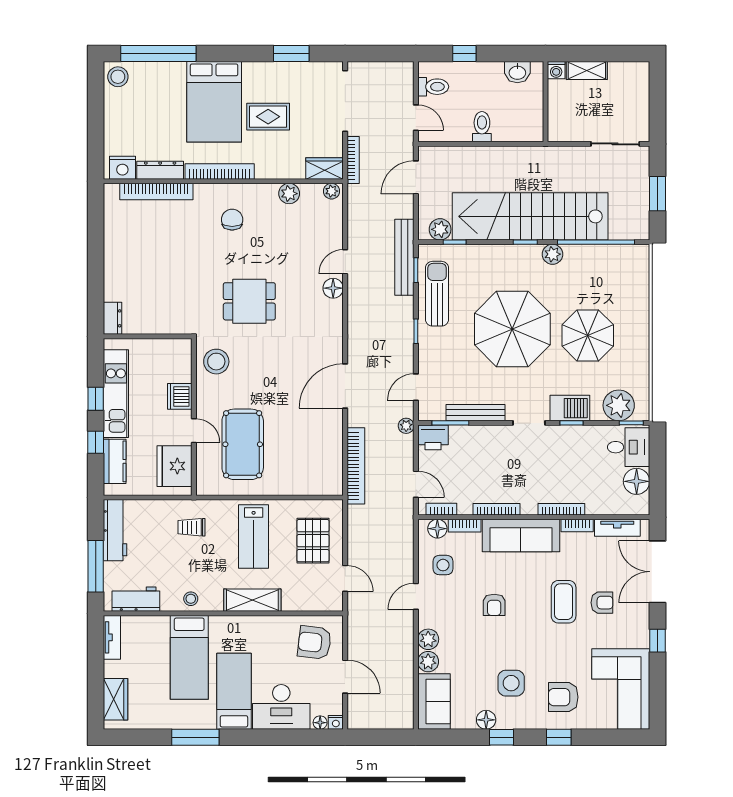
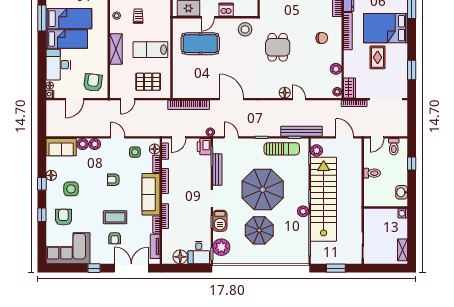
shelving: (587, 71) -> (402, 250), moved
trolley: (191, 527) -> (138, 16), moved
bed: (189, 657) -> (69, 19), moved, turned 180

